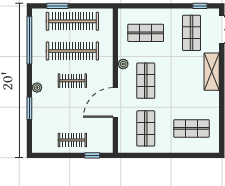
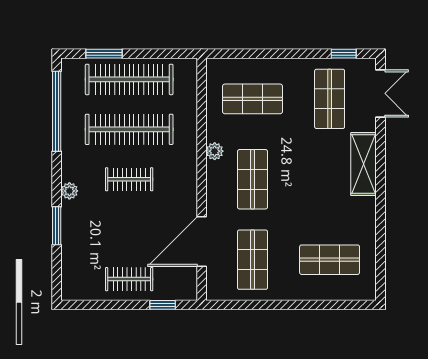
door: (115, 102) -> (202, 242), moved

